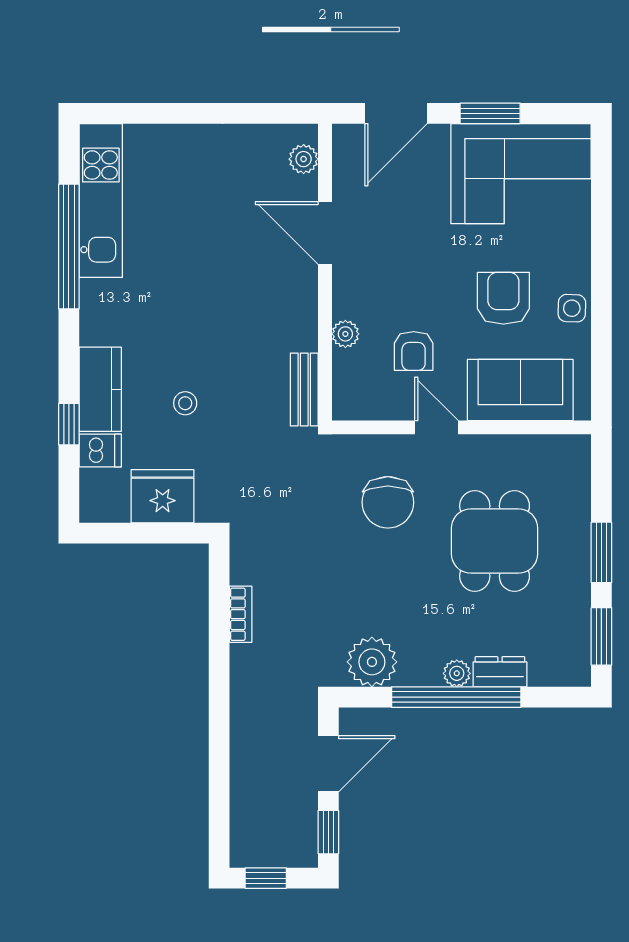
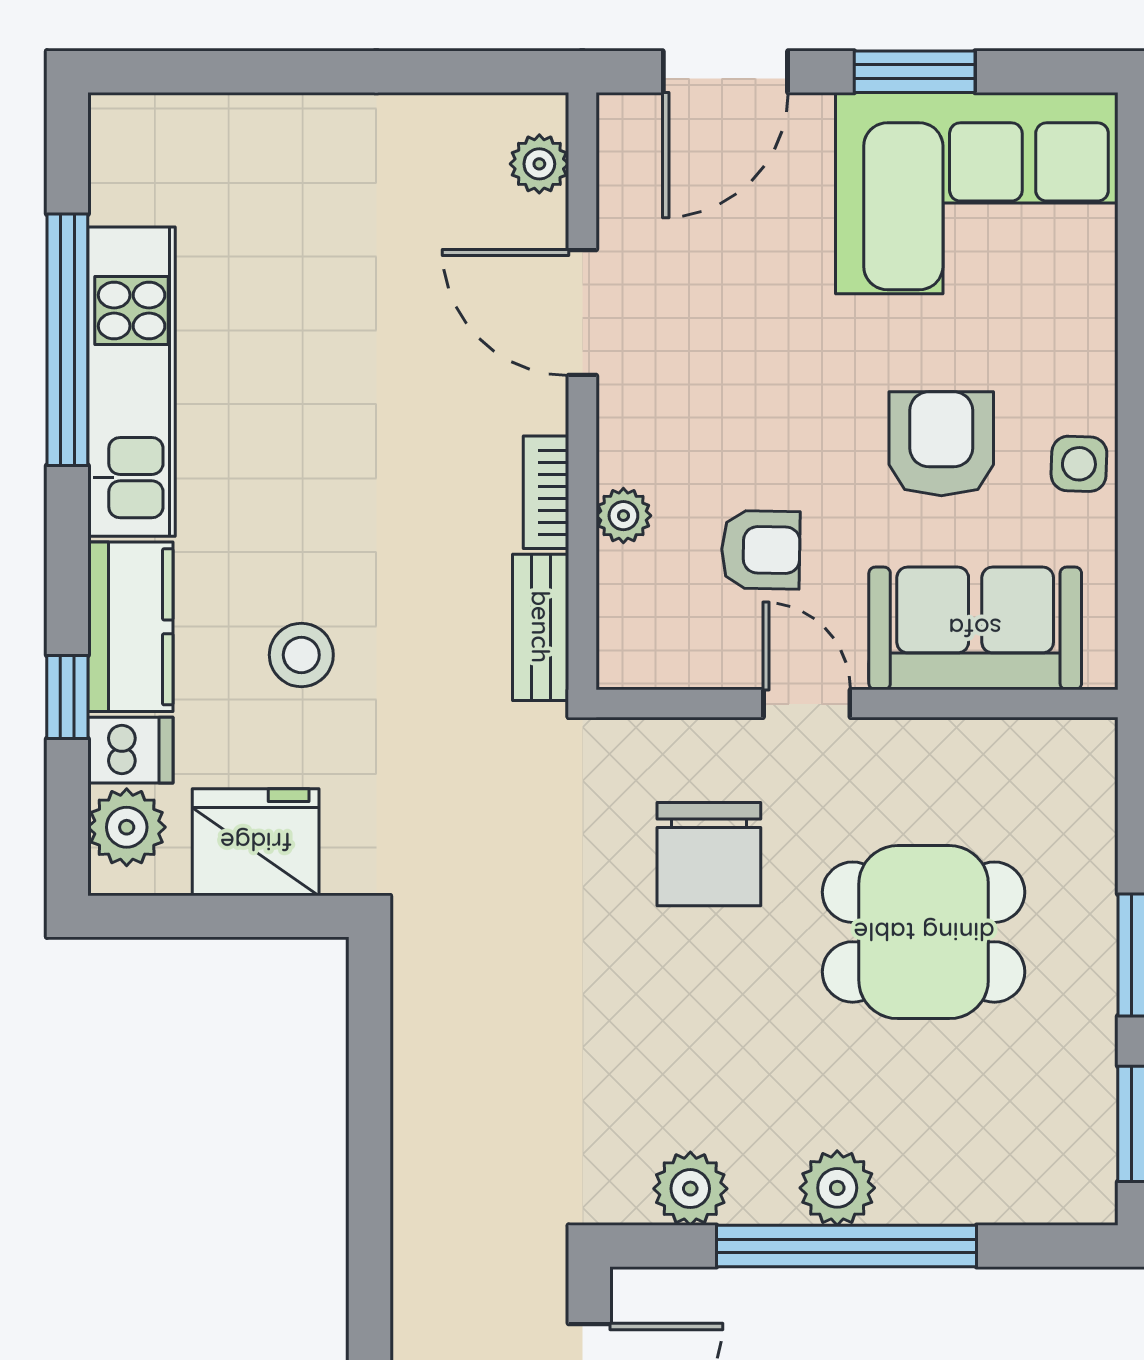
kitchen unit: (101, 200) -> (132, 382), moved
armchair: (414, 351) -> (761, 550), turned -89
stool: (185, 403) -> (301, 655), width x1.37, depth x1.37
plant: (98, 489) -> (127, 827), added
dining table: (495, 541) -> (924, 932), turned 90
bookcase: (241, 614) -> (546, 492), moved, turned 180
plant: (372, 662) -> (690, 1189), width x0.73, depth x0.73
dresser: (500, 672) -> (934, 1195), removed
plant: (457, 673) -> (837, 1188), width x1.38, depth x1.38

